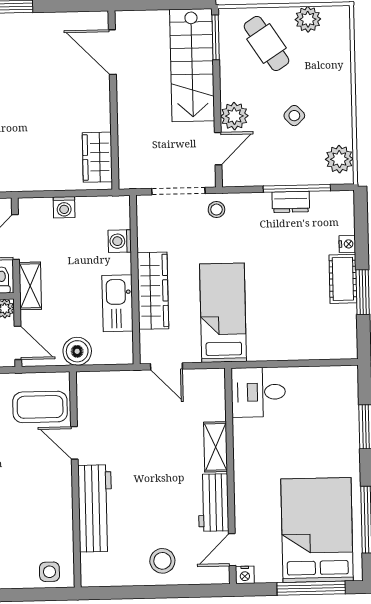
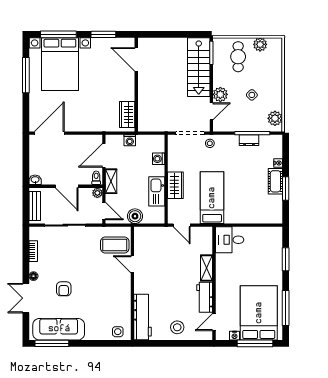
cafe table: (267, 43) -> (238, 57), turned 33
door: (112, 52) -> (136, 59), moved
wall: (113, 100) -> (136, 85), moved
wardrobe: (97, 157) -> (127, 114), moved
wardrobe: (153, 291) -> (175, 185), width x0.67
workbench: (95, 508) -> (143, 317), moved
nightstand: (245, 575) -> (235, 336), moved

